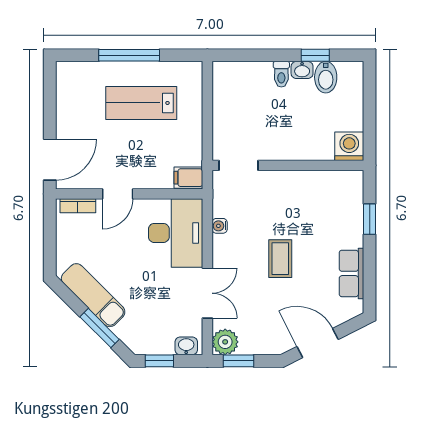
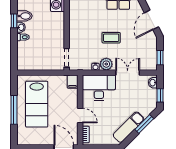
lab bench: (141, 103) -> (37, 104), width x1.36, depth x1.39
plant: (225, 342) -> (106, 64), moved

